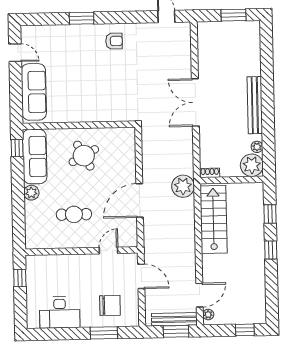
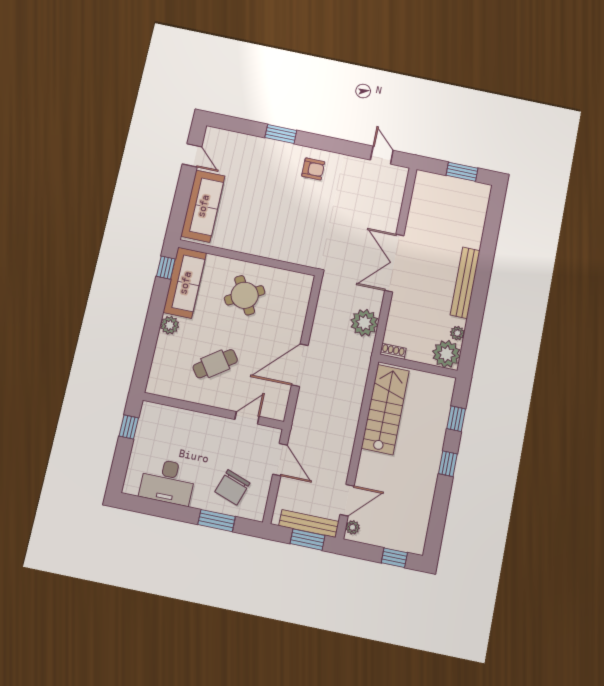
plant: (183, 186) -> (364, 323), moved
cafe table: (74, 214) -> (215, 364), turned -35
chair: (110, 305) -> (232, 487), turned 109

